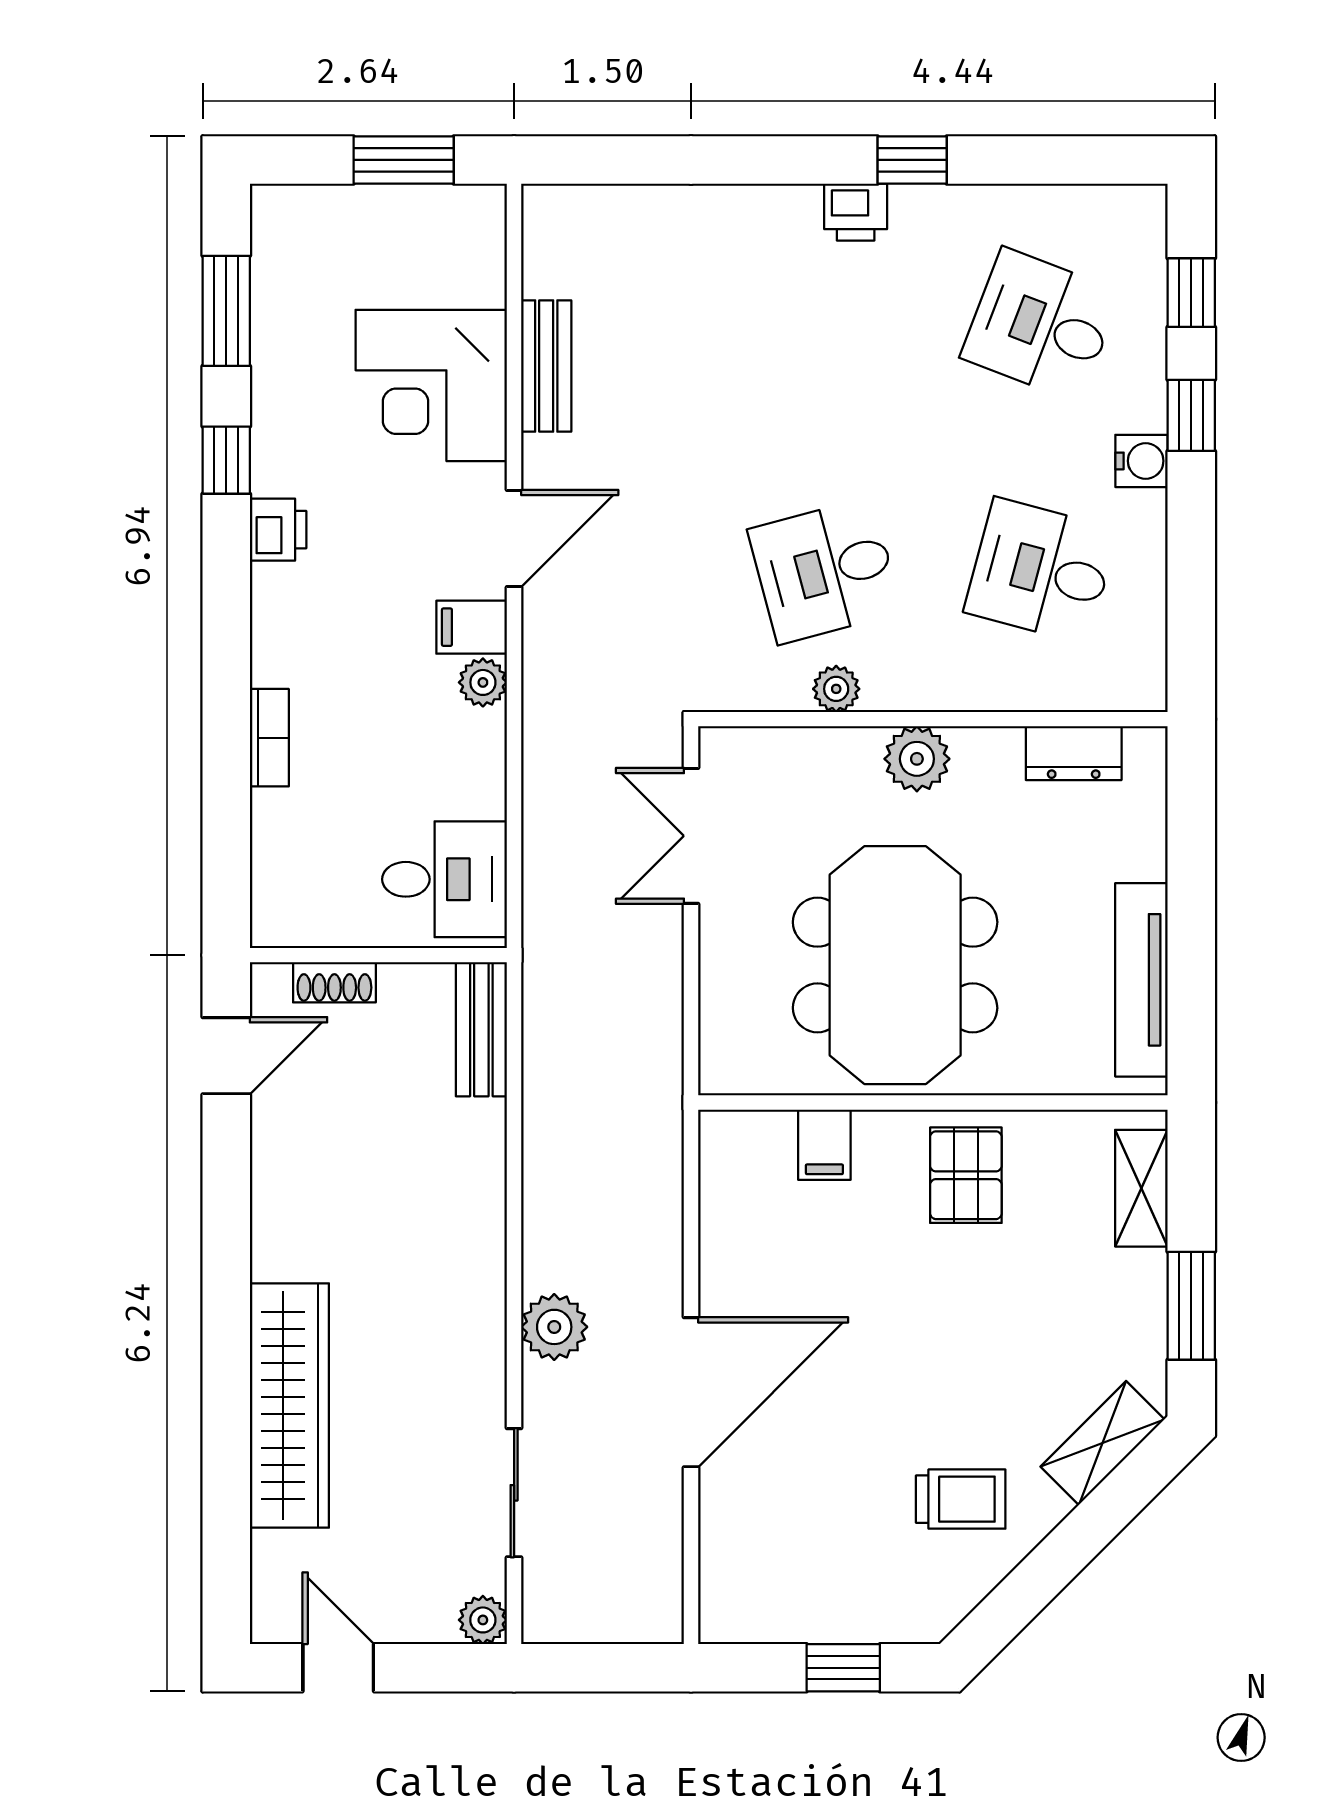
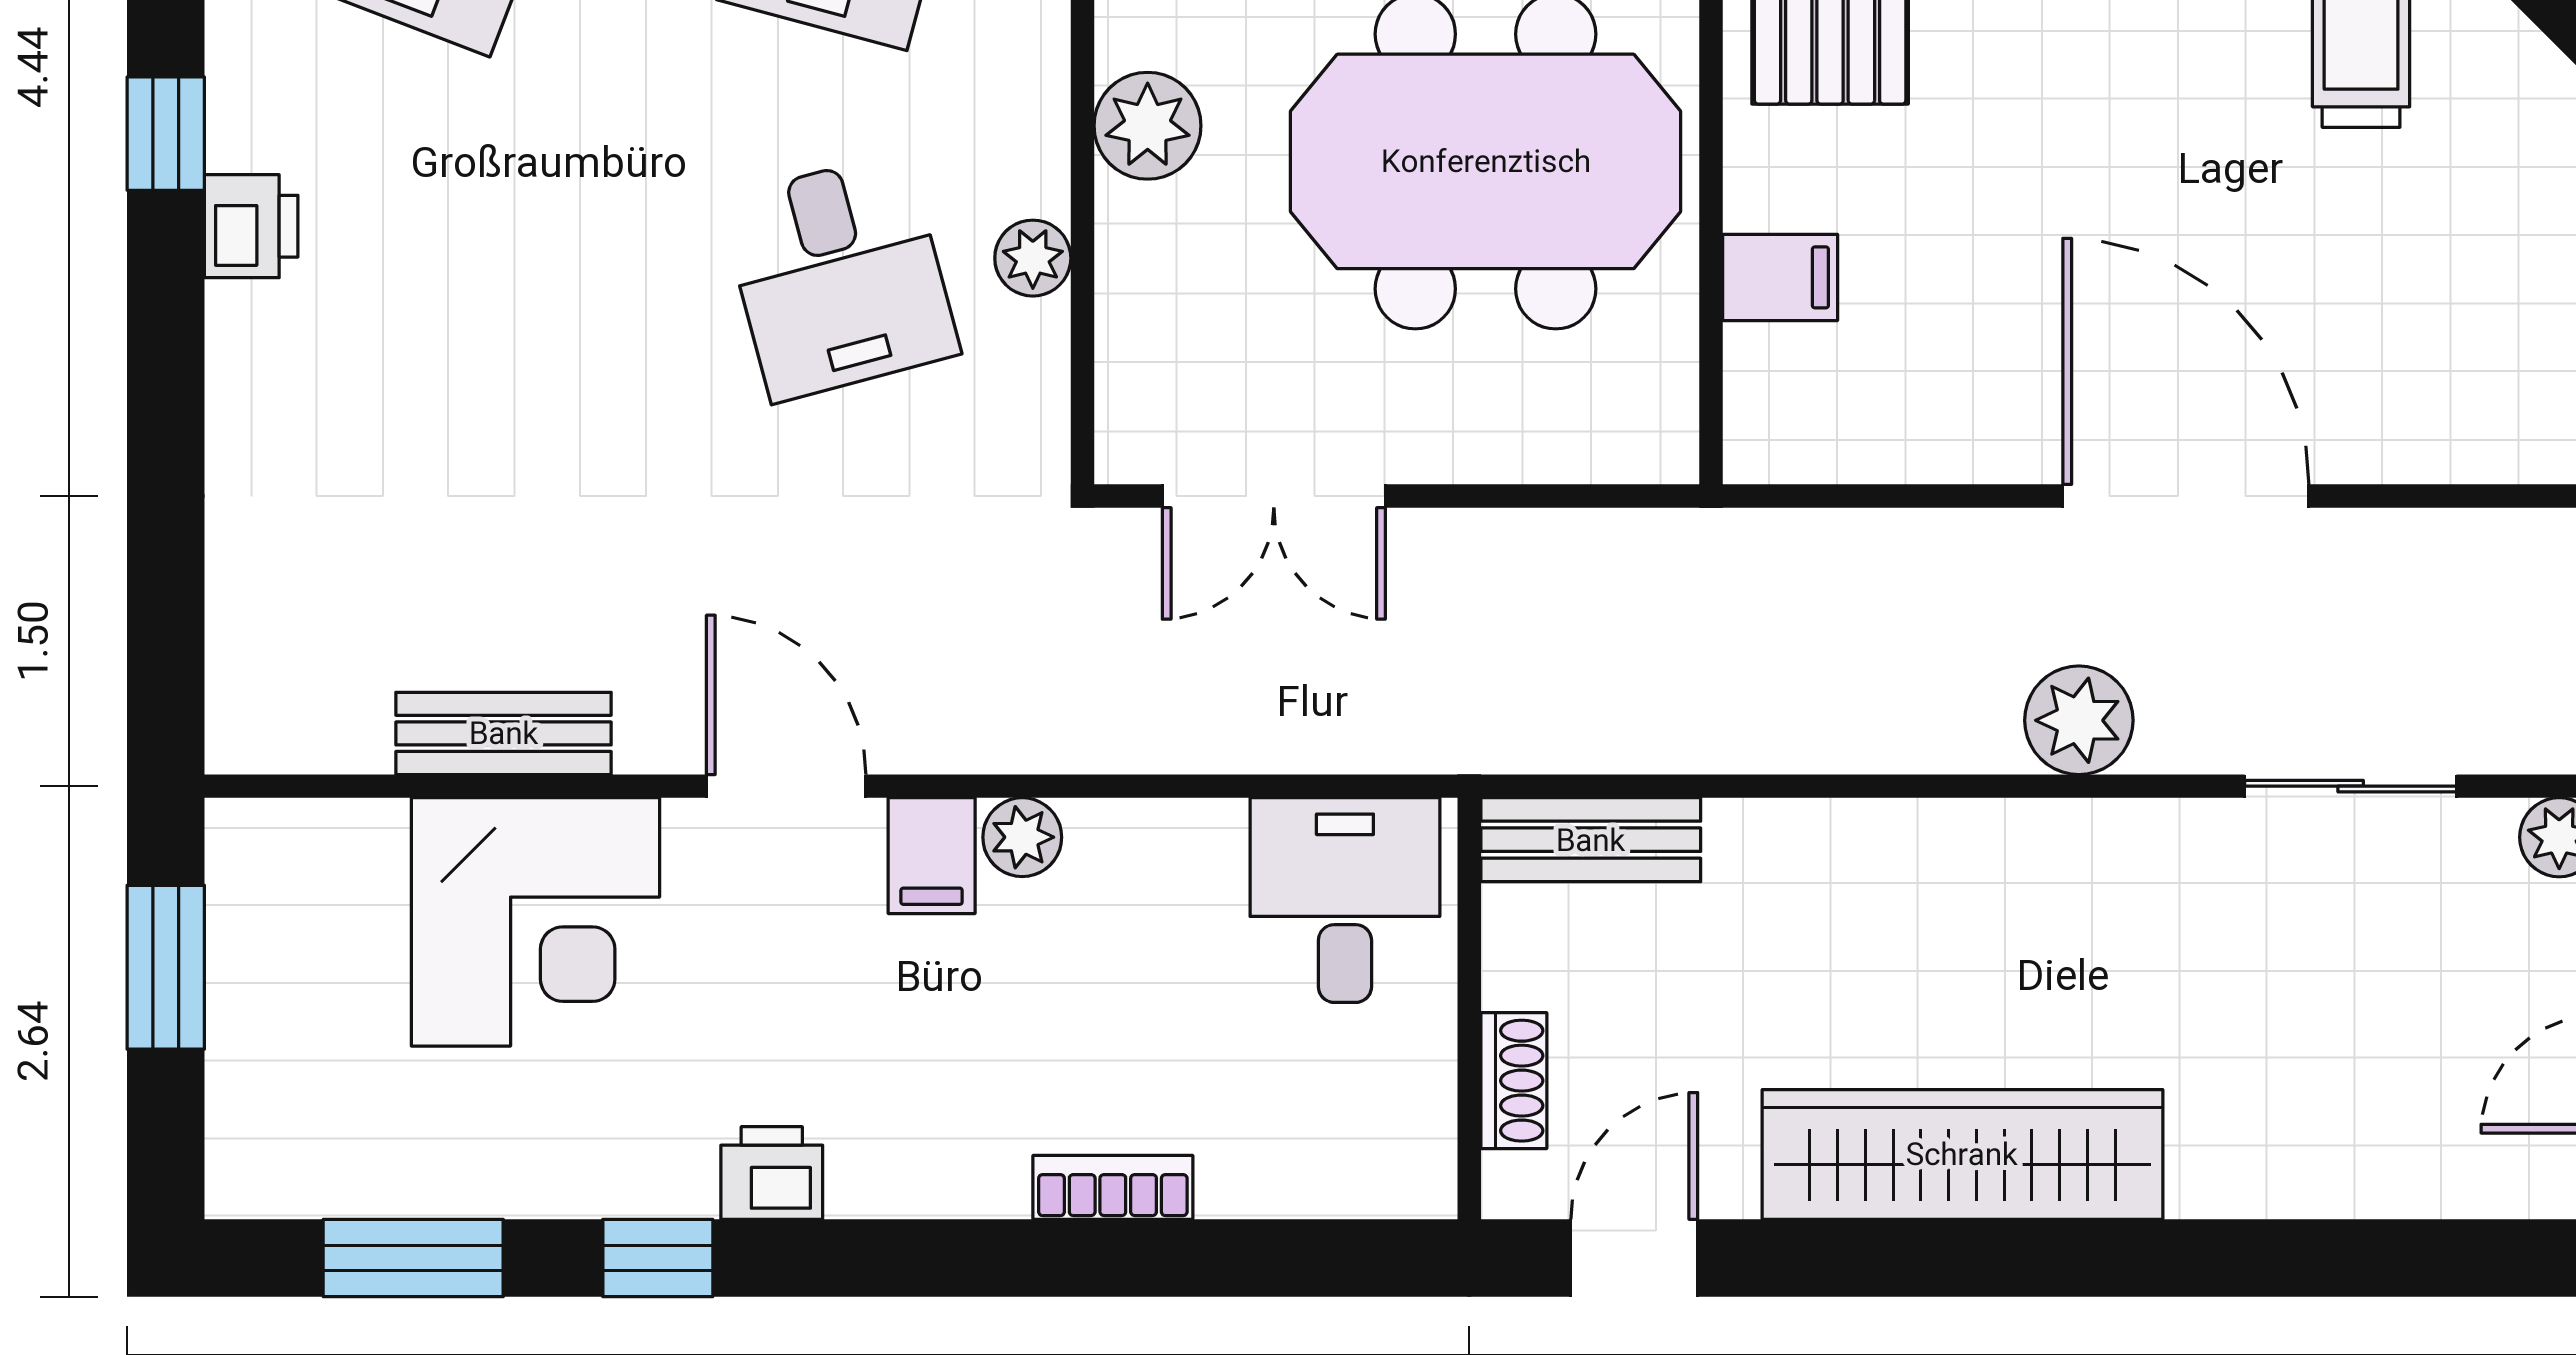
door: (226, 1056) -> (1634, 1258), hinge flipped
wardrobe: (289, 1406) -> (1962, 1154), moved

